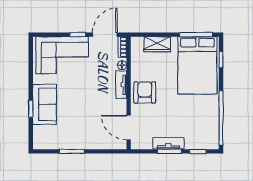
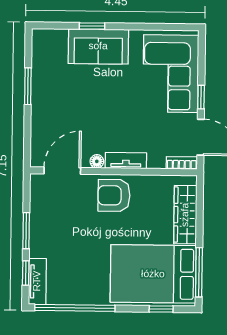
wardrobe: (157, 44) -> (185, 215), width x1.50
floor lamp: (122, 65) -> (97, 161), moved
armchair: (145, 92) -> (114, 195), turned 180
tv unit: (168, 143) -> (37, 281), moved

